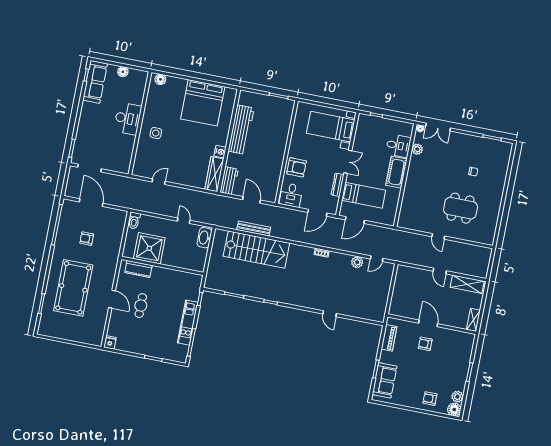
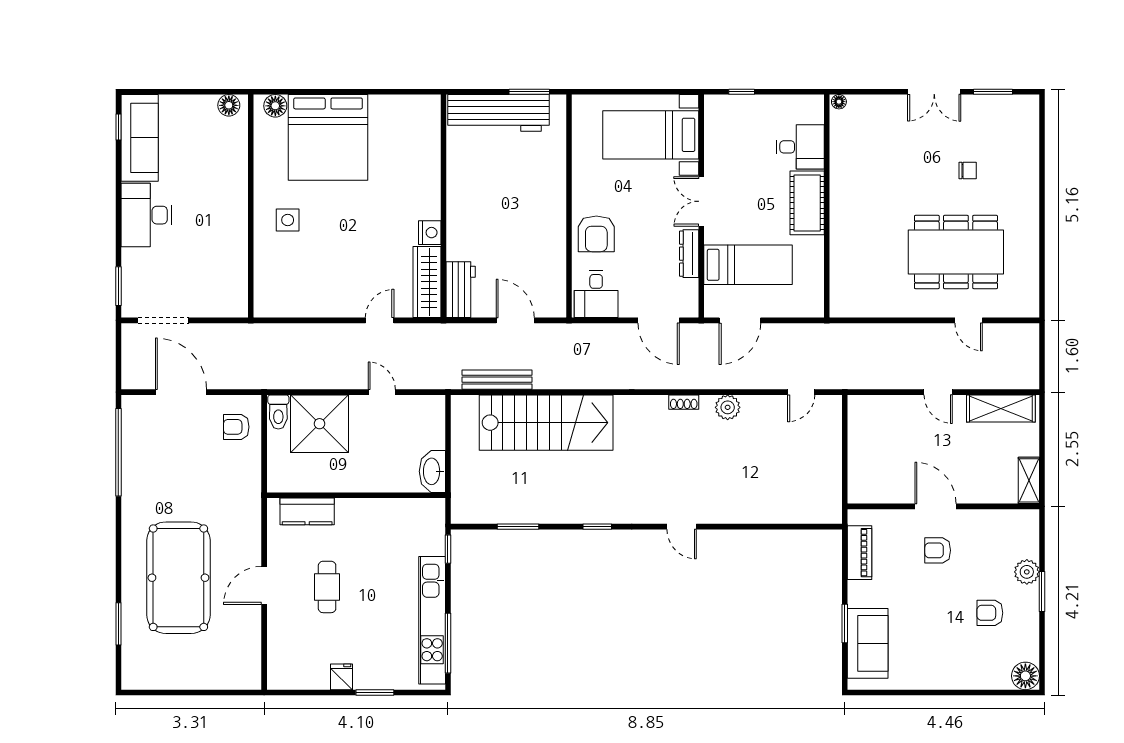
floor lamp: (123, 72) -> (229, 105), moved
bed: (203, 103) -> (328, 137), moved
desk: (128, 119) -> (146, 215), moved, turned 180
double door: (438, 127) -> (934, 92), moved
workbench: (241, 130) -> (499, 113), moved, turned 90
plant: (417, 149) -> (841, 146), removed
double door: (348, 162) -> (701, 201), swing flipped
armchair: (297, 167) -> (596, 234), turned 90
door: (159, 182) -> (380, 320), moved
dining table: (461, 208) -> (956, 252), width x1.36, depth x1.24
door: (317, 213) -> (659, 320), hinge flipped
bench: (254, 229) -> (497, 380), moved
door: (438, 236) -> (969, 320), moved
washbasin: (204, 238) -> (432, 471), moved
armchair: (87, 239) -> (236, 427), moved
shower: (149, 248) -> (319, 424), moved
plant: (357, 262) -> (728, 407), moved
door: (112, 299) -> (264, 585), swing flipped
door: (330, 314) -> (682, 527), moved
kitchen unit: (188, 323) -> (432, 620), width x1.36
fridge: (110, 342) -> (342, 677), moved
plant: (457, 397) -> (1027, 572), moved
armchair: (430, 399) -> (990, 613), moved

